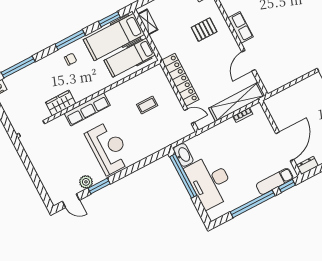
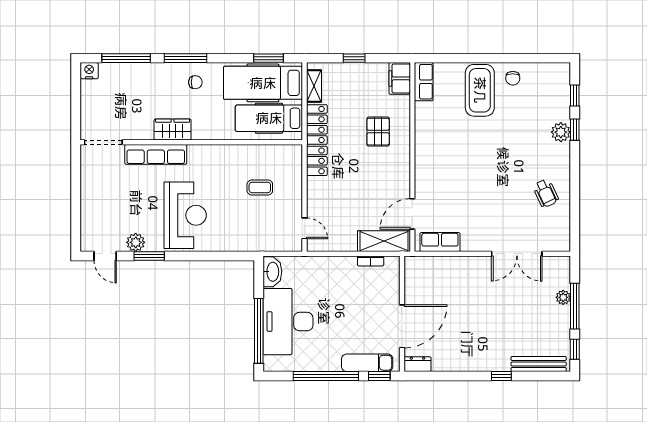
row of seats: (241, 27) -> (440, 242), moved, turned -90
pallet: (204, 30) -> (378, 132), turned 90
window: (70, 40) -> (186, 58), moved
door: (248, 61) -> (412, 214), moved
locker: (180, 80) -> (317, 140), moved
shelving: (237, 102) -> (384, 241), width x0.68
wardrobe: (61, 103) -> (173, 130), moved
row of seats: (87, 109) -> (156, 154), moved
window: (183, 176) -> (259, 331), moved

